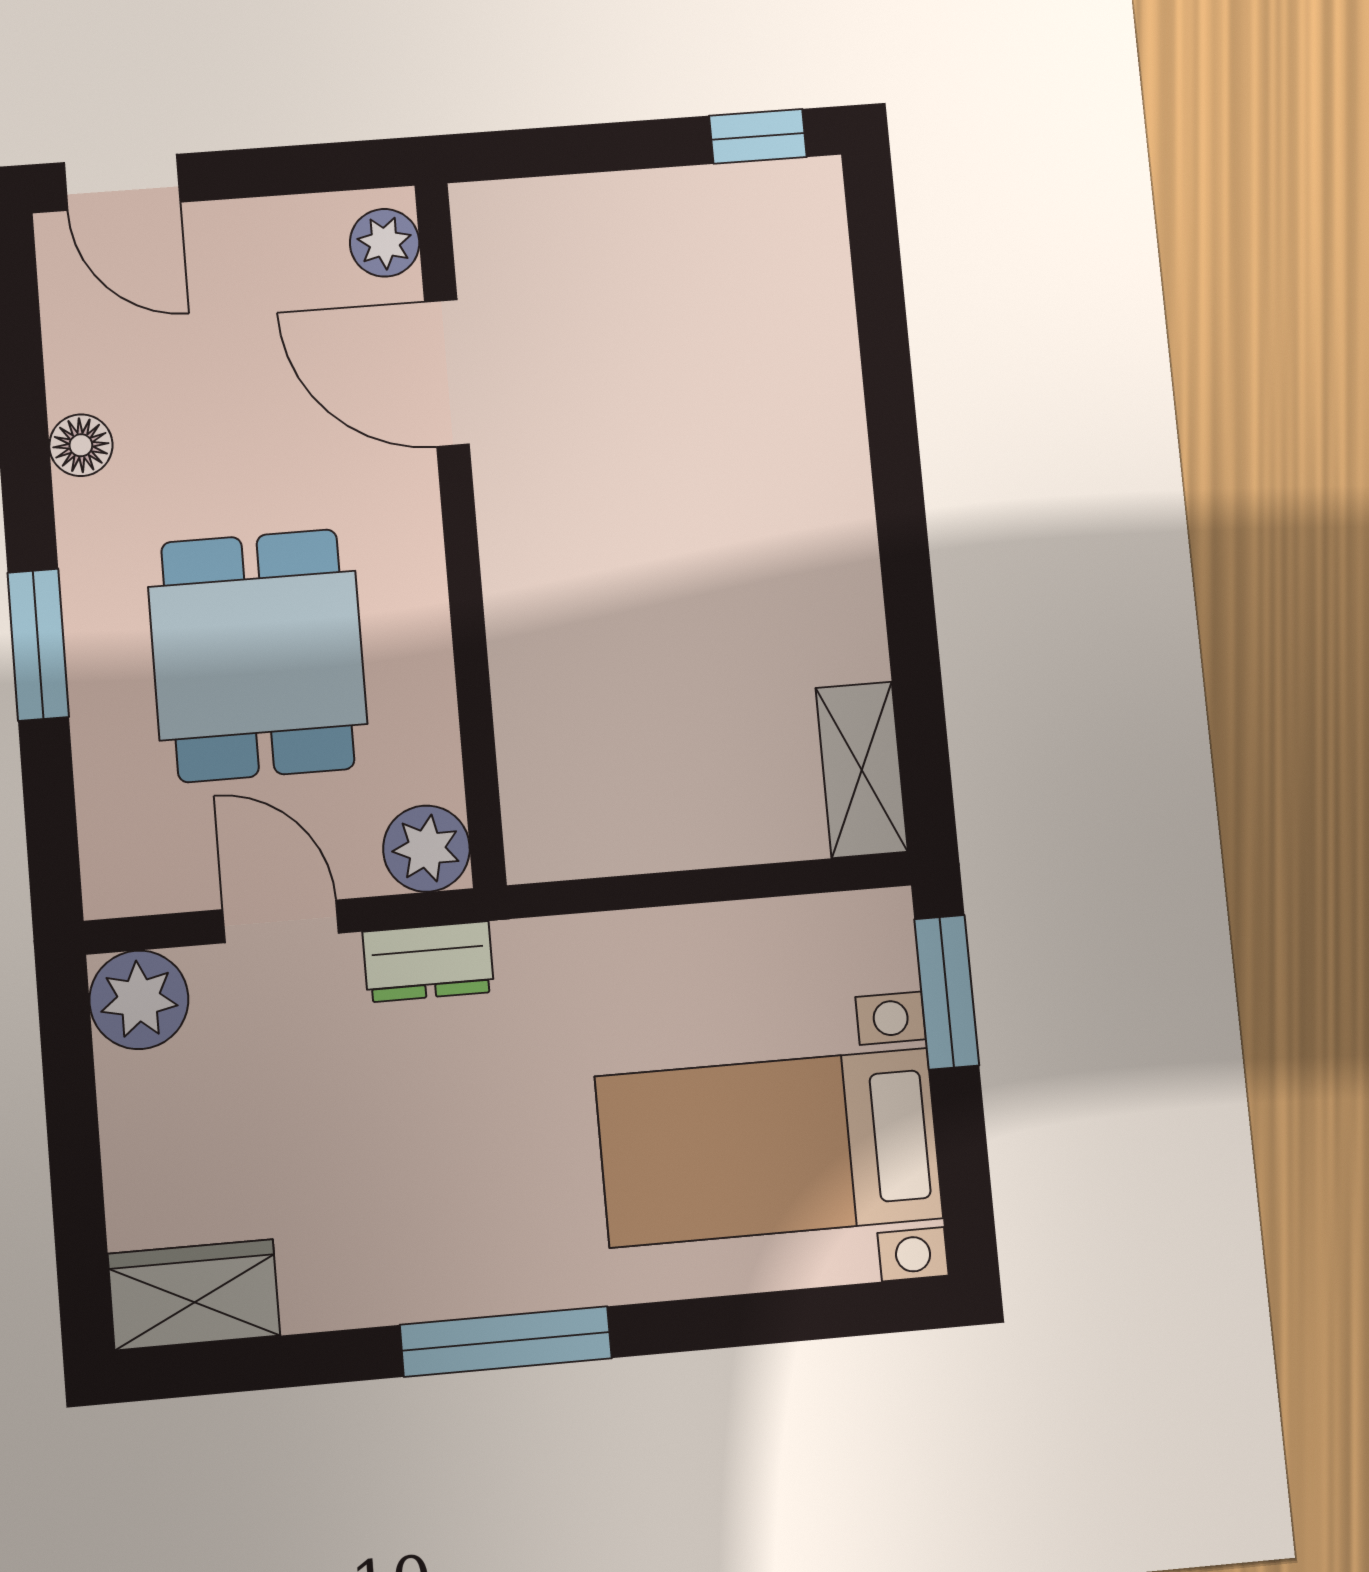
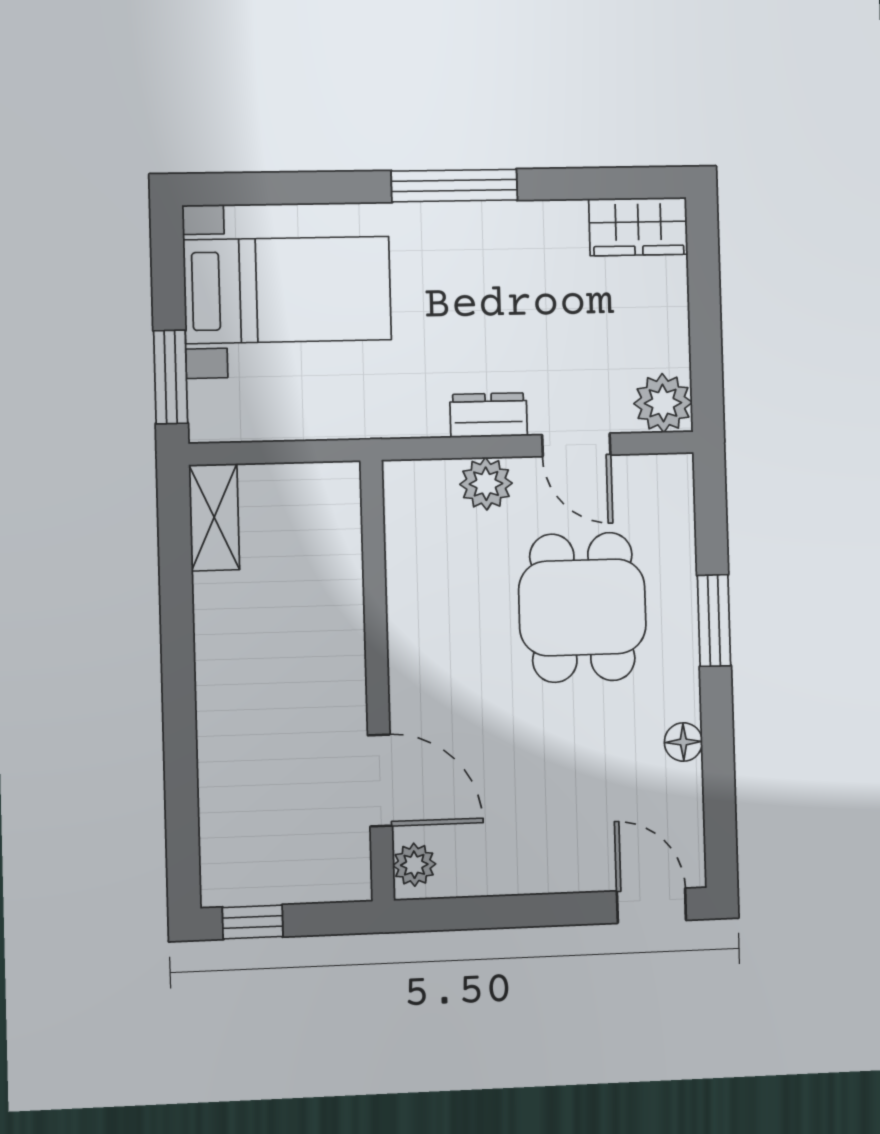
plant: (385, 243) -> (414, 865), moved
door: (447, 373) -> (380, 781), moved
wall: (460, 532) -> (377, 680), moved

